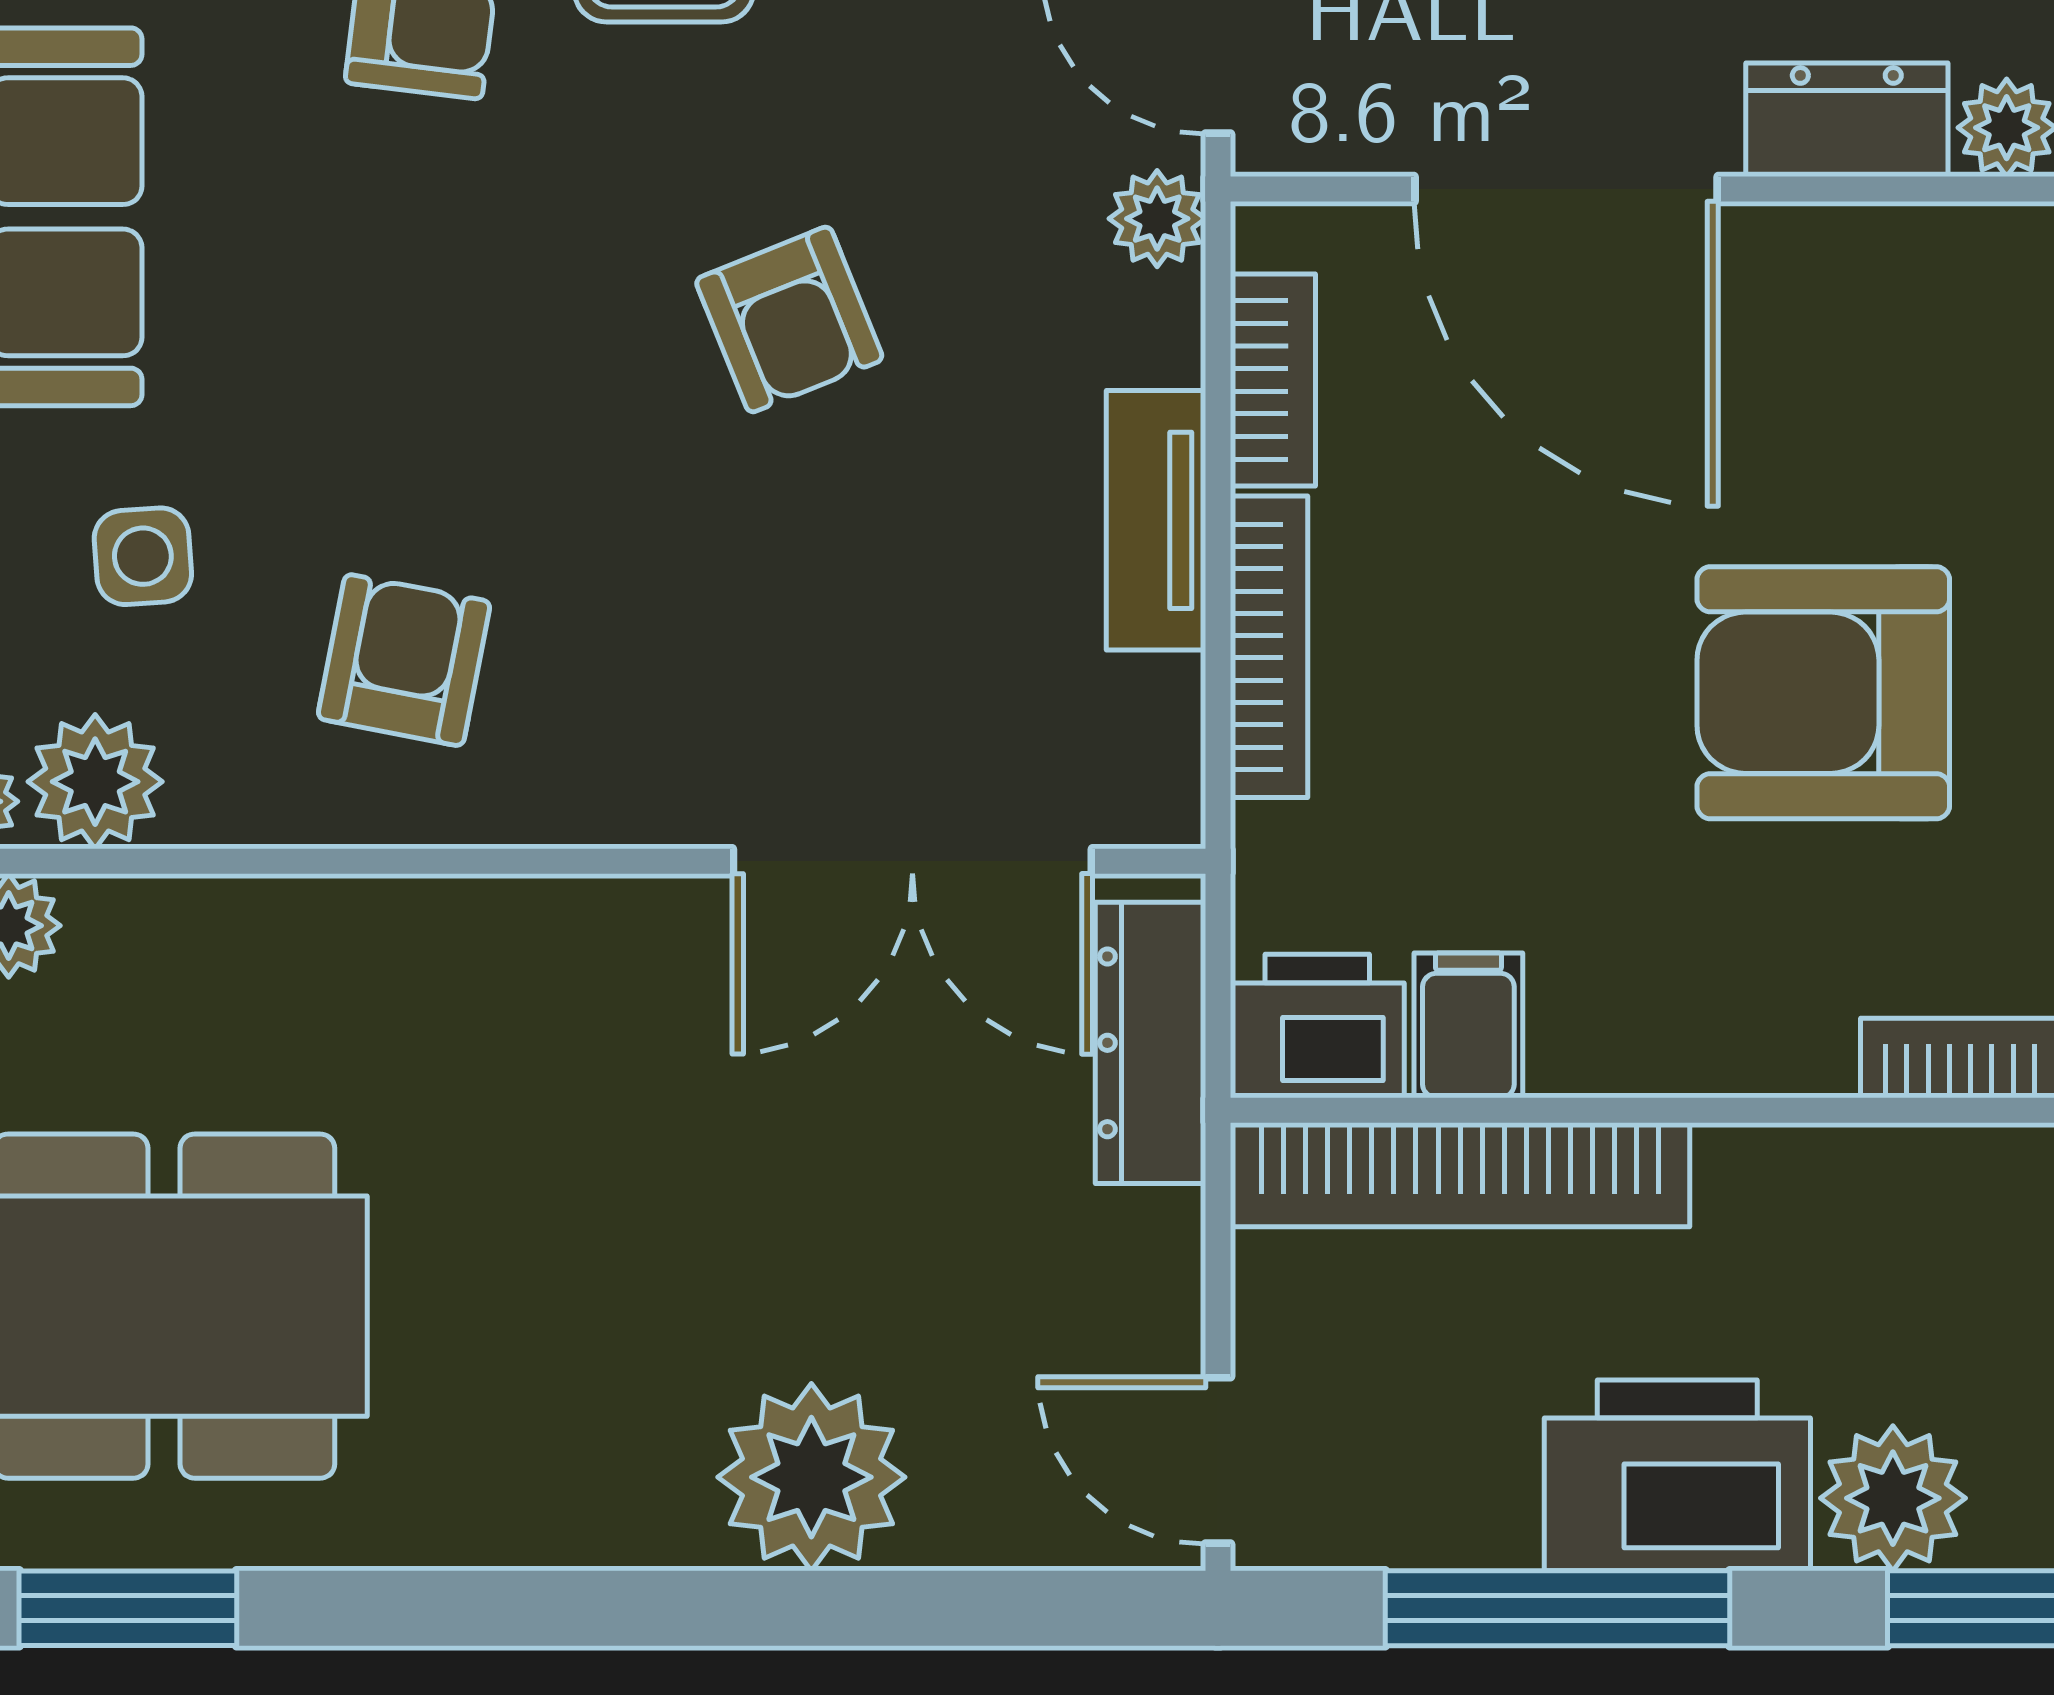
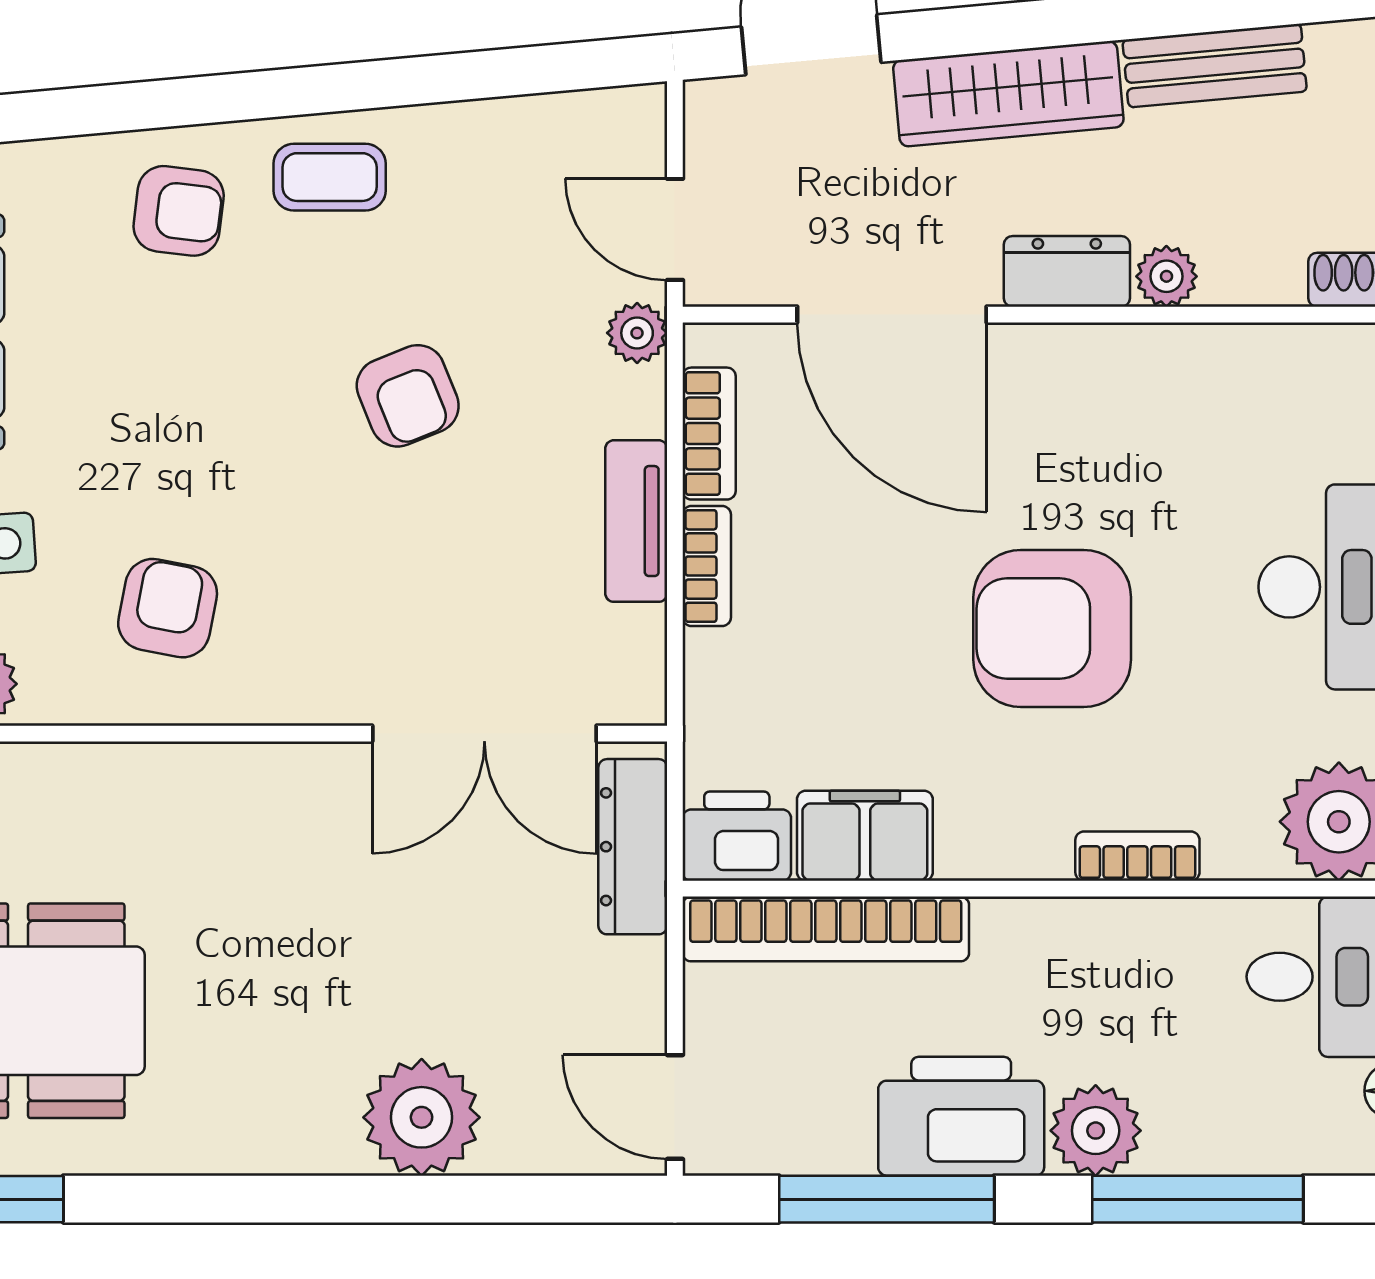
bookcase: (1269, 647) -> (707, 566), width x0.64
filing cabinet: (1468, 1025) -> (865, 836), width x2.00

